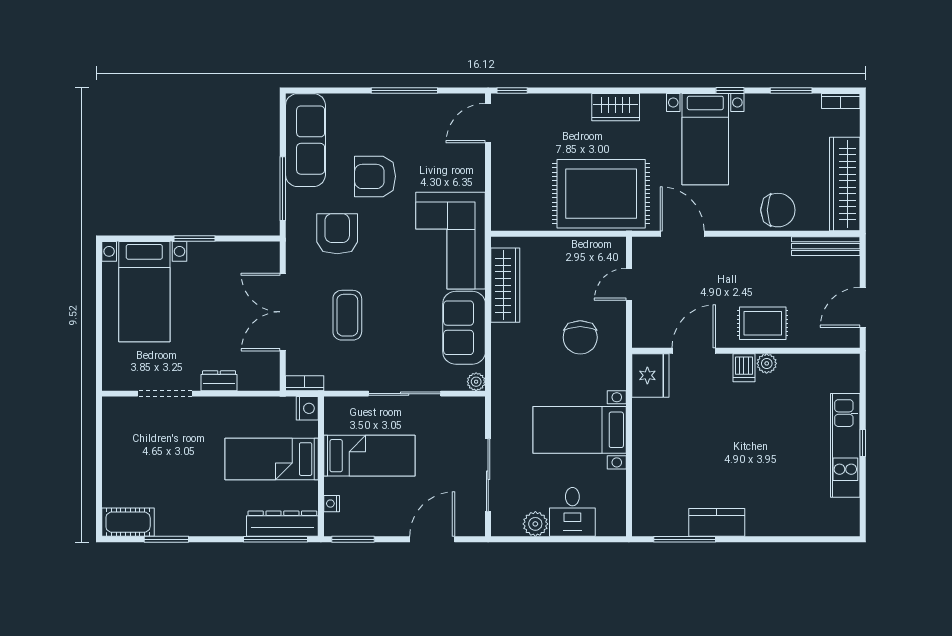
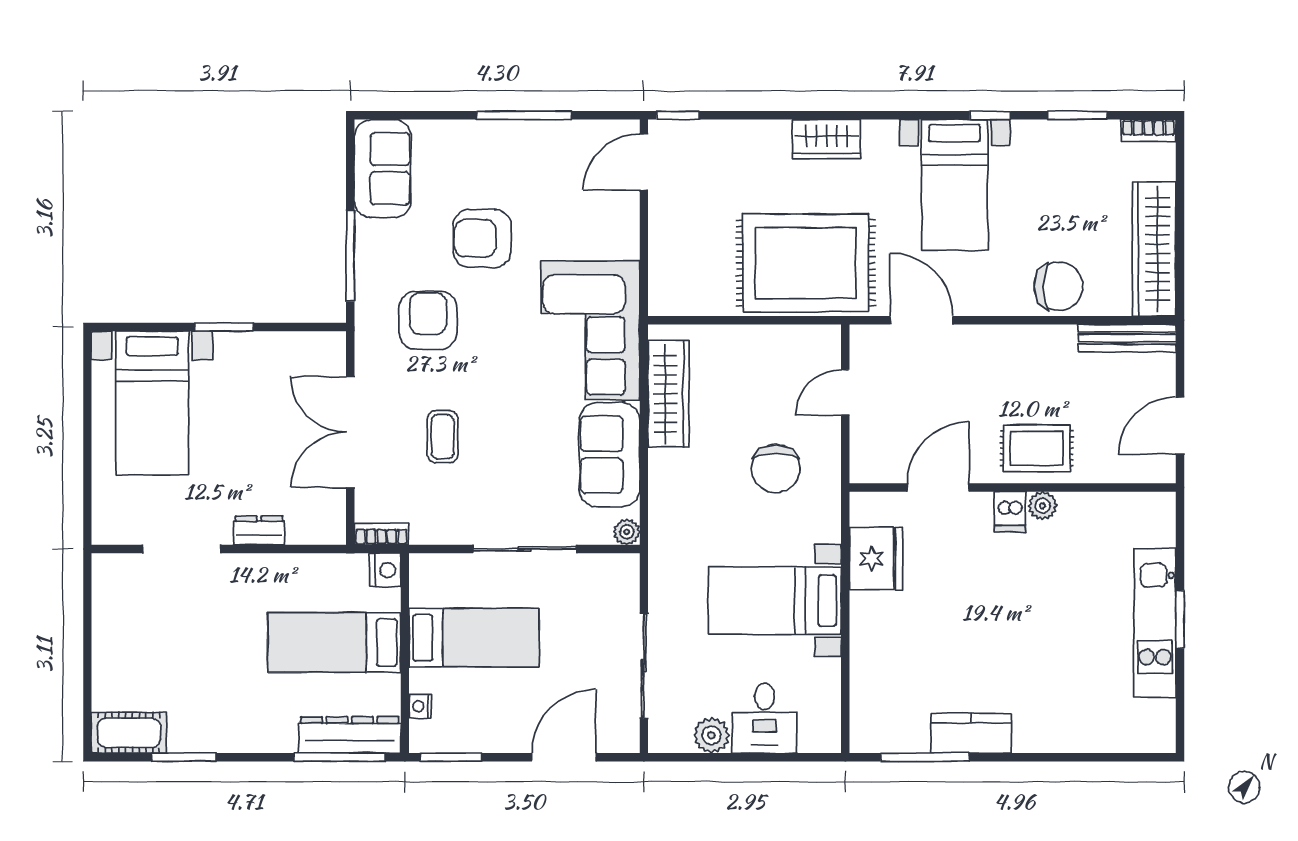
sofa: (305, 140) -> (383, 169), width x0.73
coffee table: (347, 315) -> (443, 437), width x0.73, depth x0.77
fridge: (650, 375) -> (876, 559), moved
window: (863, 443) -> (1180, 619), width x1.50

